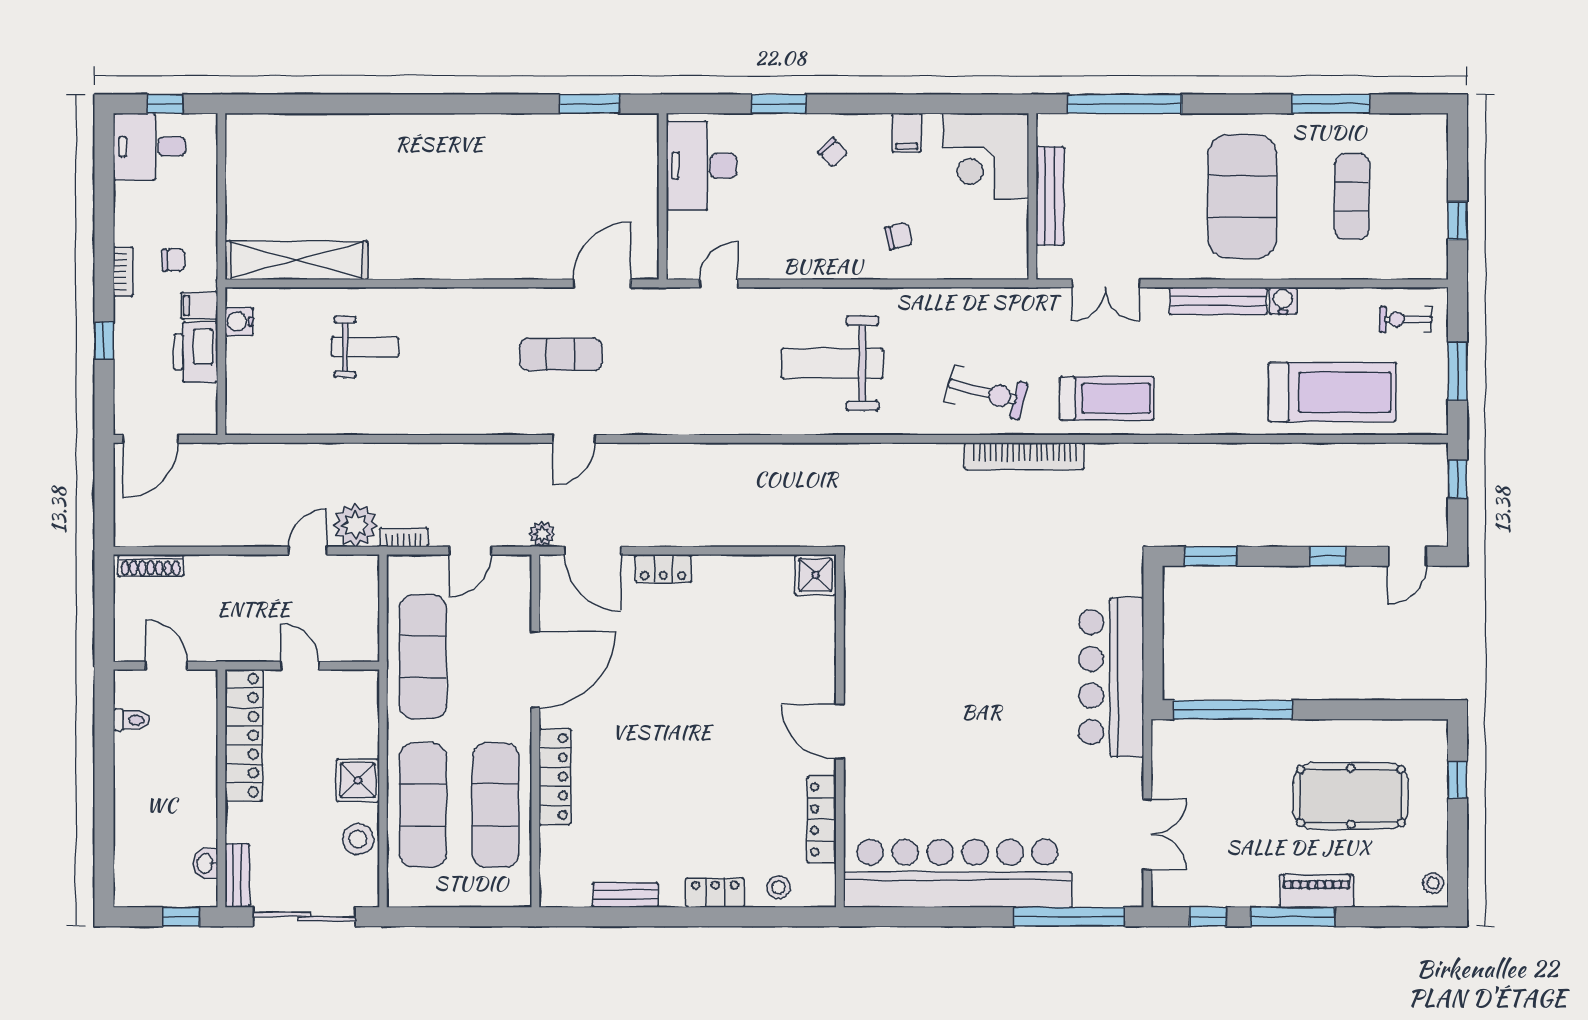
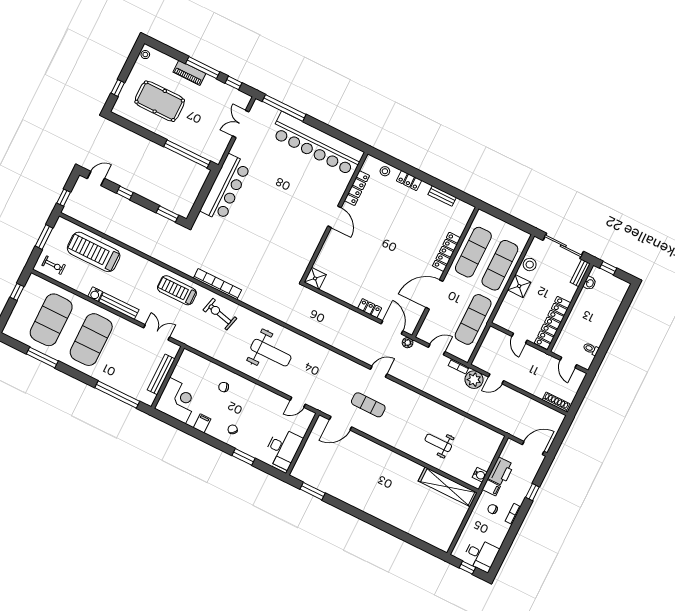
exercise mat: (1352, 196) -> (51, 320), width x2.00, depth x1.45

